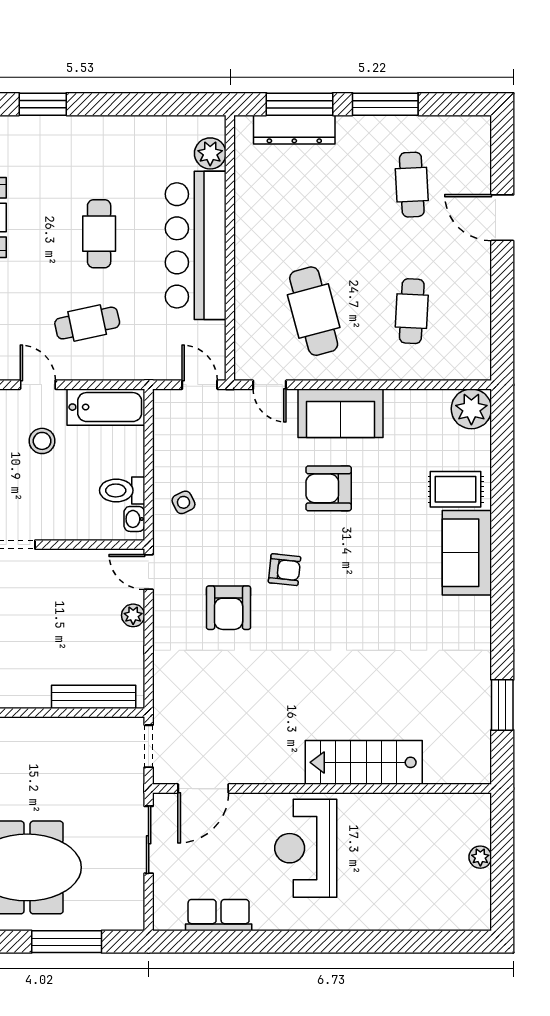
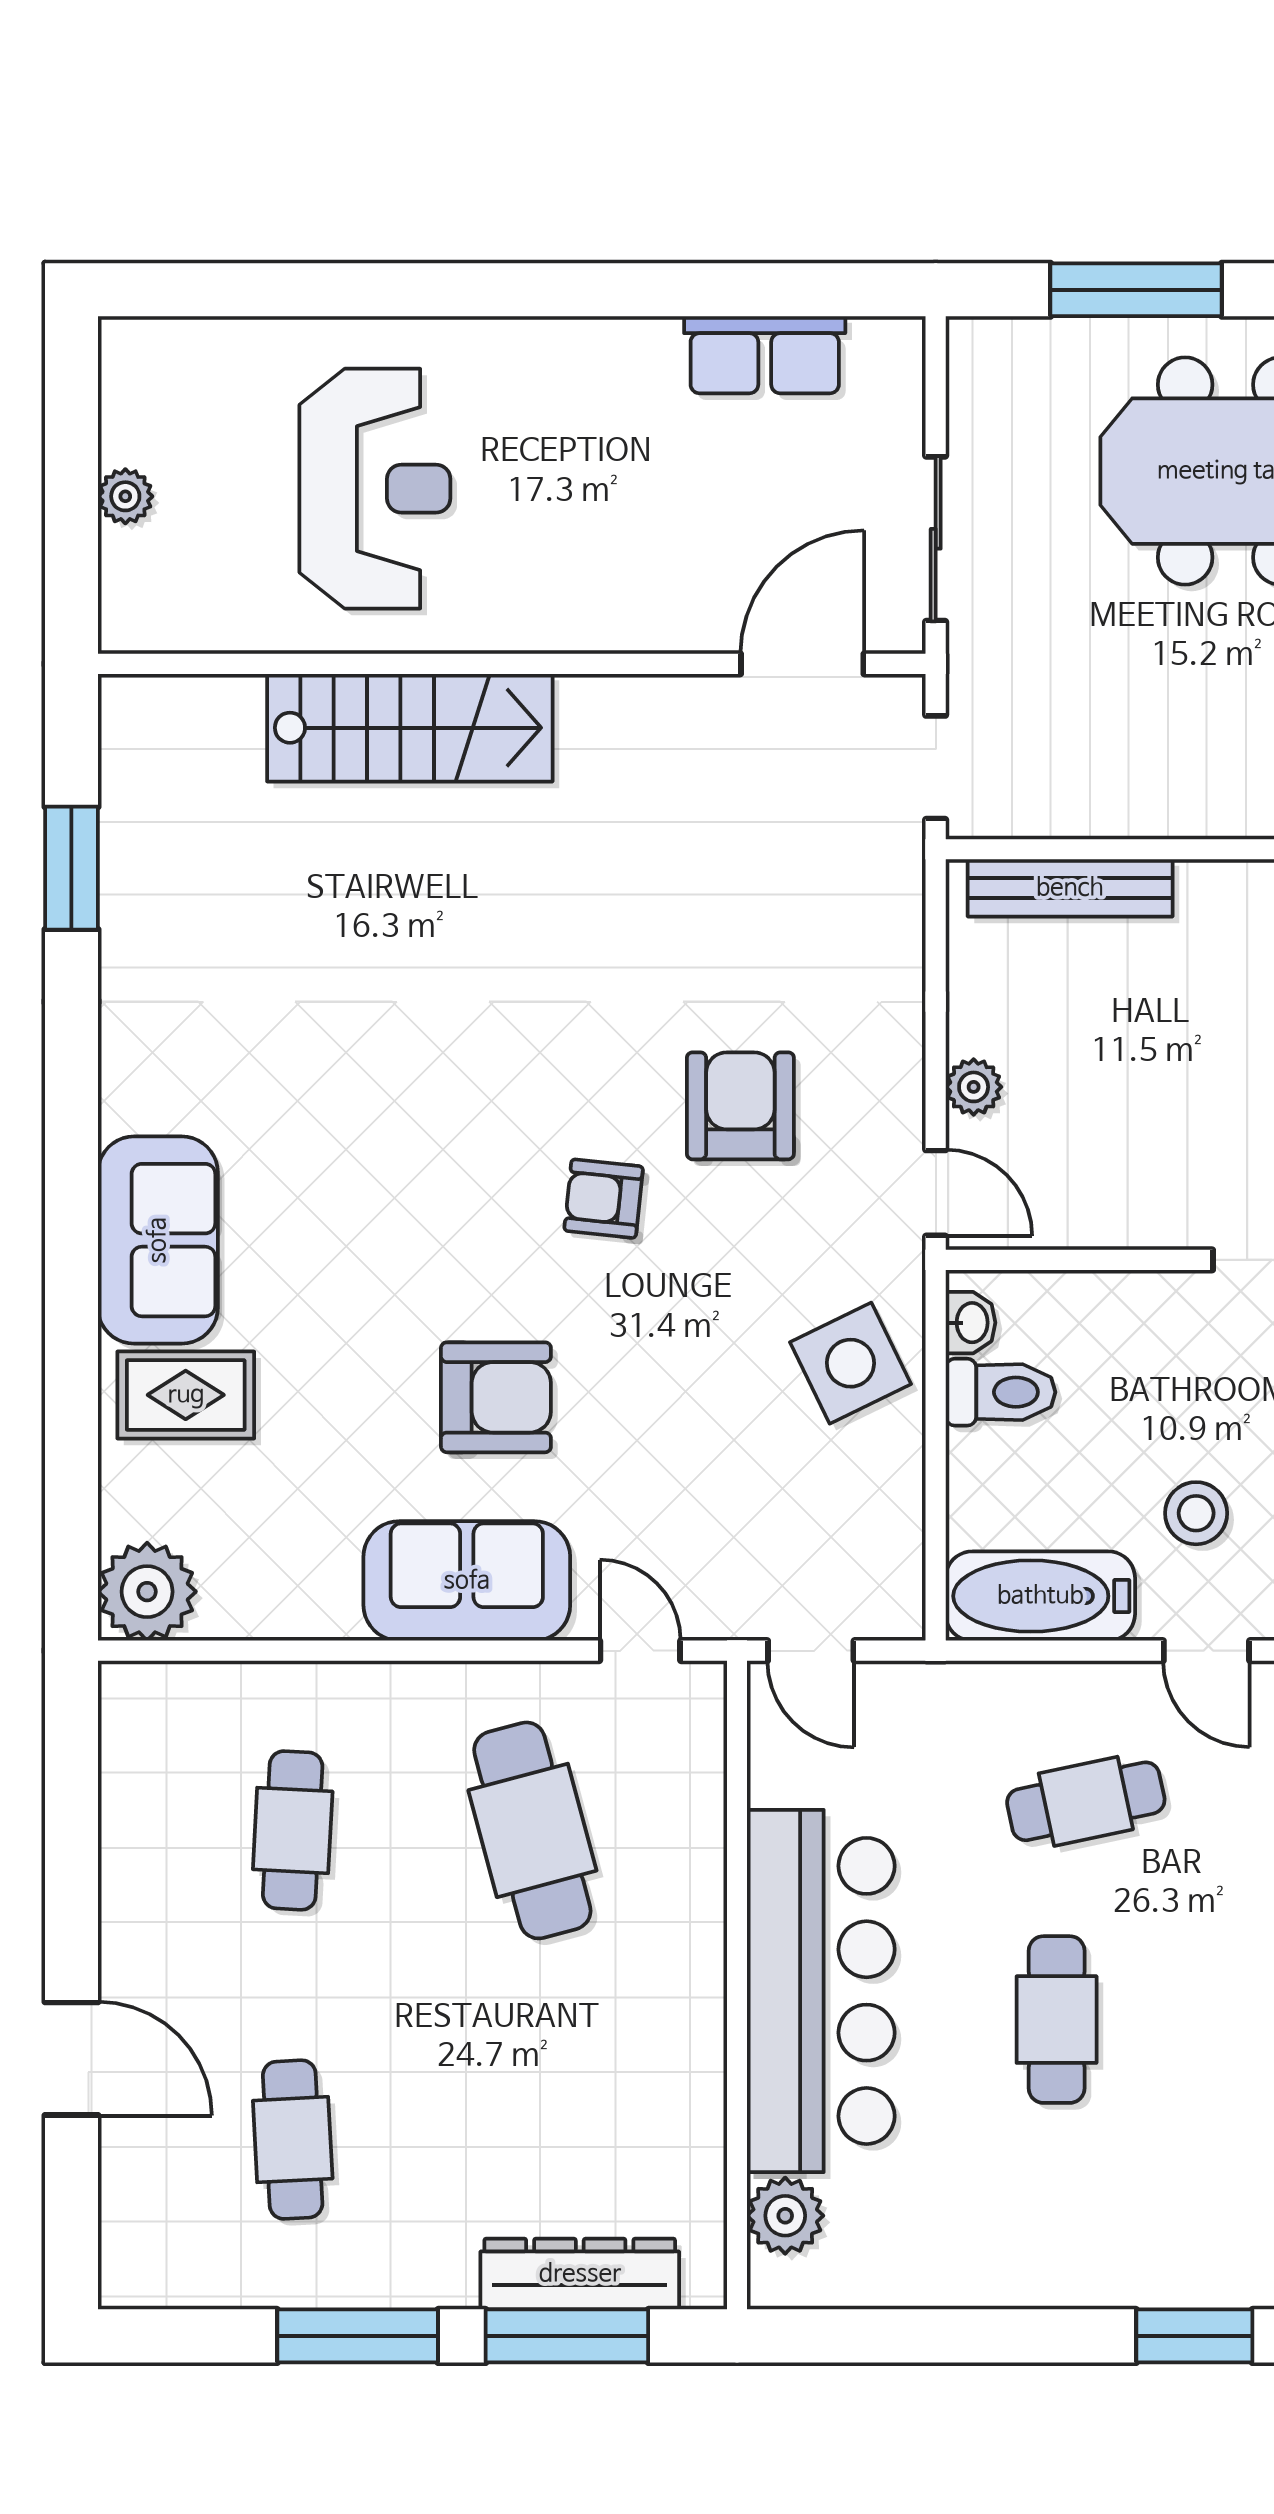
side table: (183, 502) -> (850, 1363), width x1.87, depth x1.87
reception desk: (306, 848) -> (375, 489), moved

